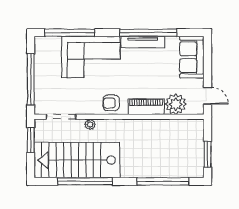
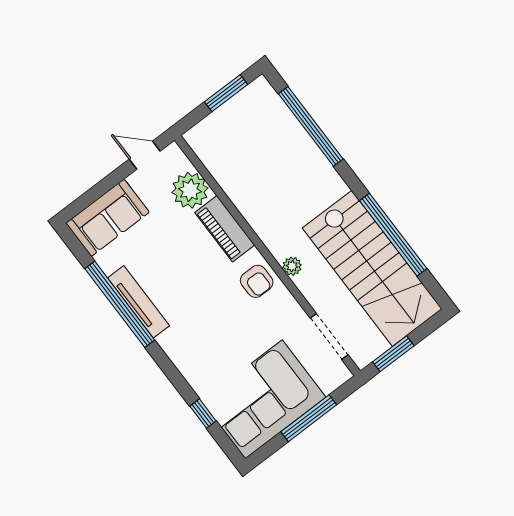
window: (70, 33) -> (203, 414), width x0.32
corner sofa: (91, 57) -> (264, 399), moved, turned -90
window: (31, 79) -> (309, 418), width x0.68
door: (207, 96) -> (145, 155), hinge flipped
plant: (90, 124) -> (292, 266), moved

